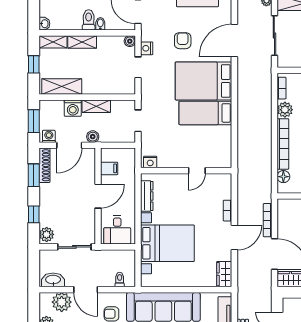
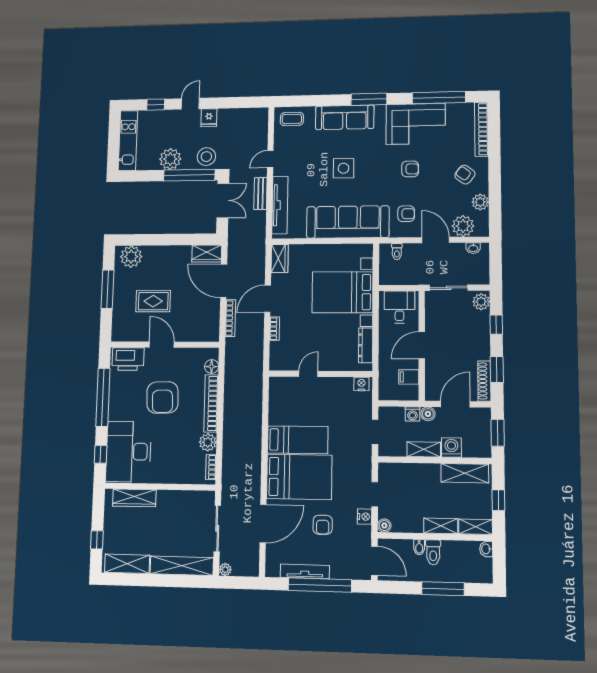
washing machine: (49, 136) -> (412, 414), moved
washbasin: (53, 280) -> (473, 248), width x0.52, depth x0.69

